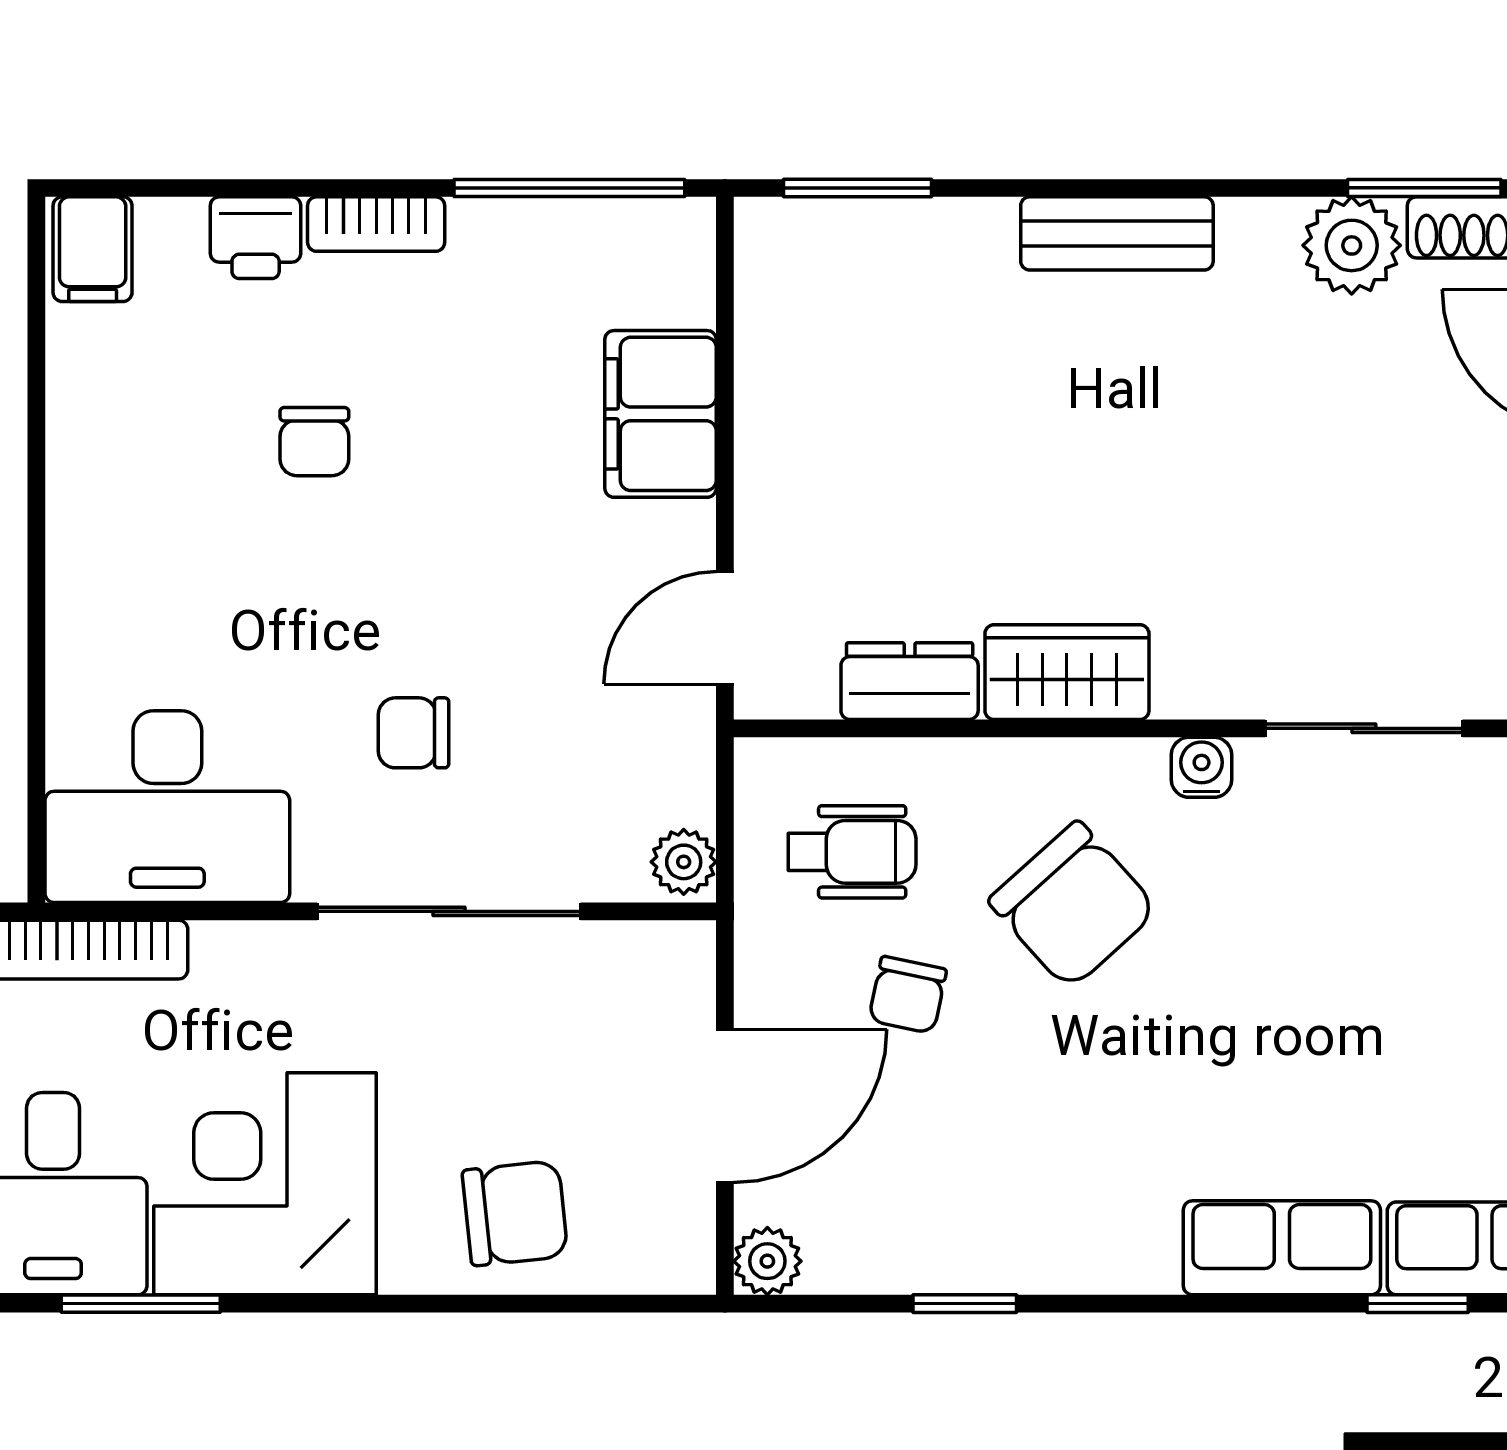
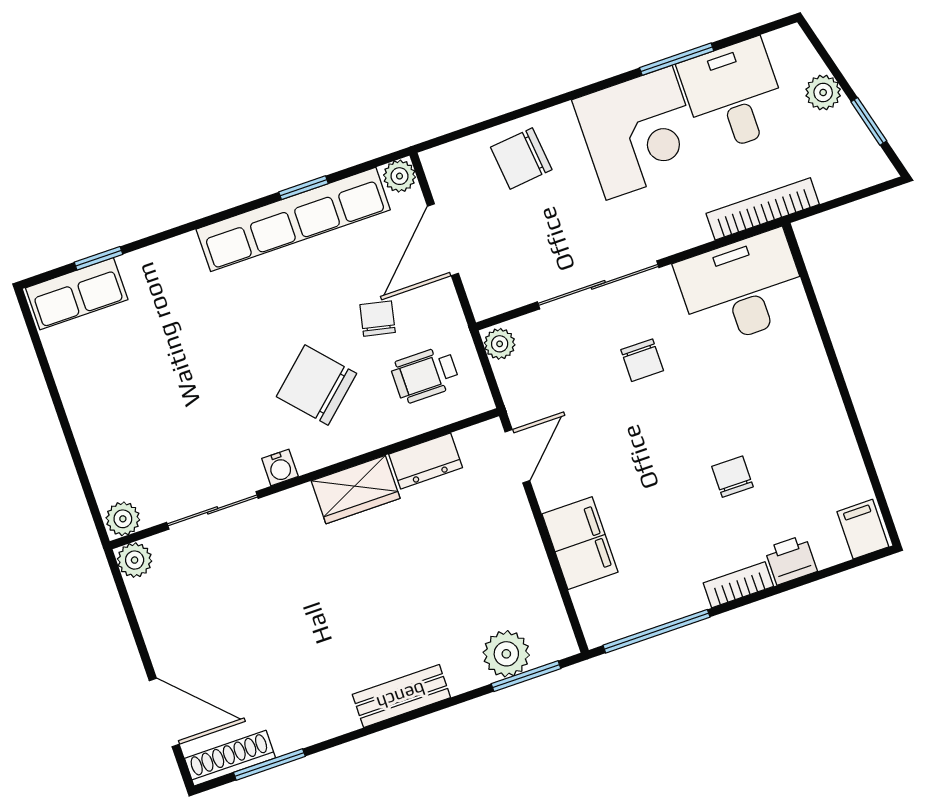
plant: (1352, 245) -> (506, 654), moved
chair: (413, 733) -> (642, 360), turned 90
row of seats: (1282, 1248) -> (293, 219), moved, width x2.02

